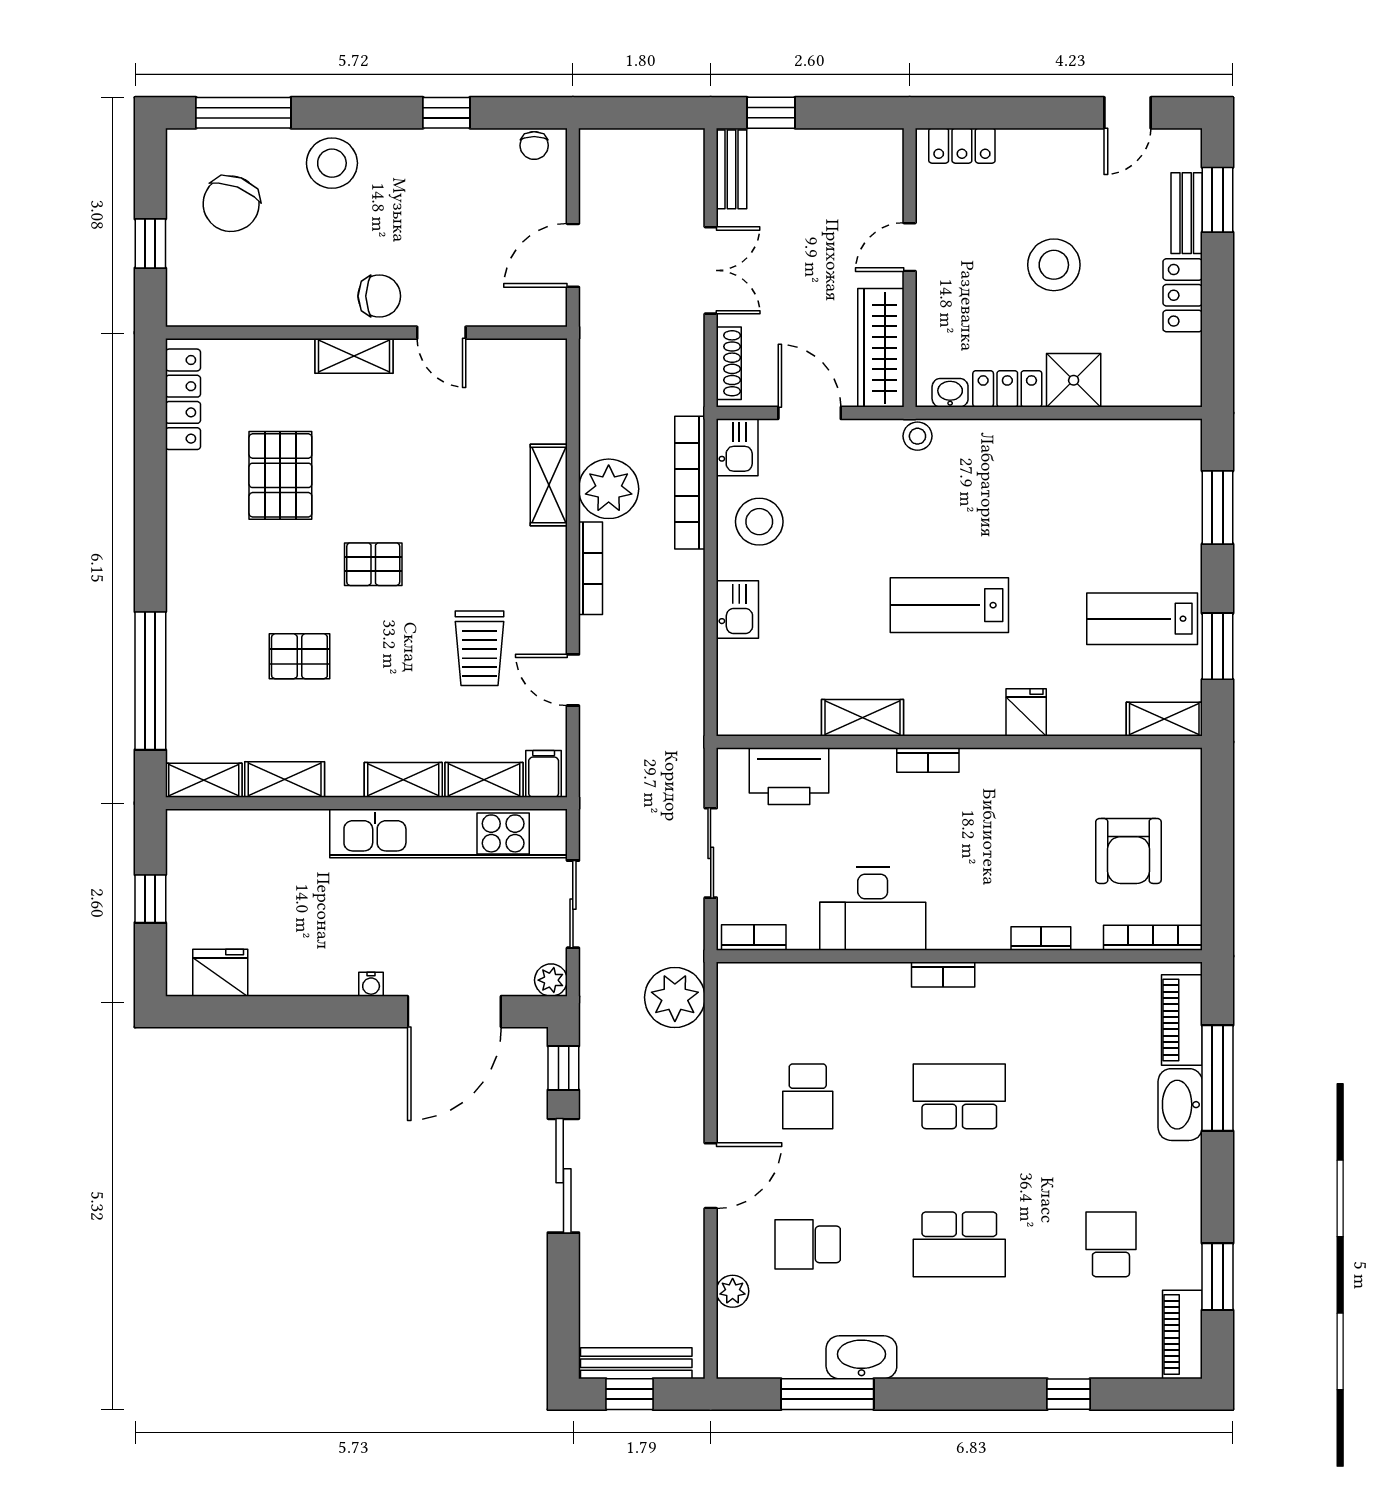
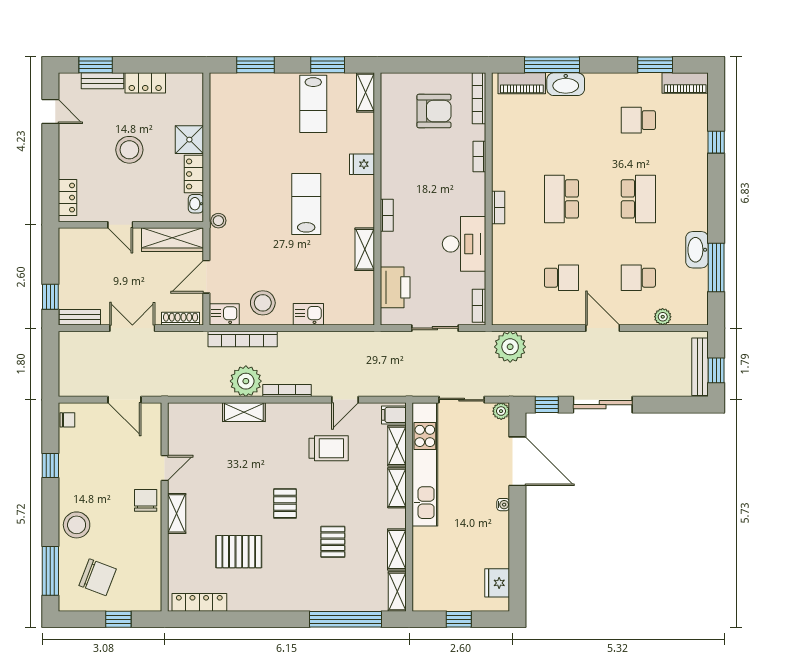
lab bench: (949, 605) -> (306, 204), turned 180
school desk: (808, 1244) -> (638, 278), turned 90

